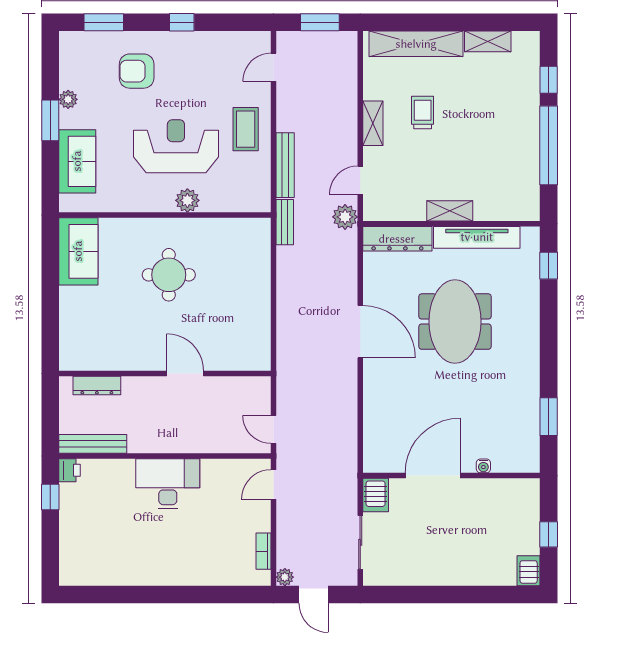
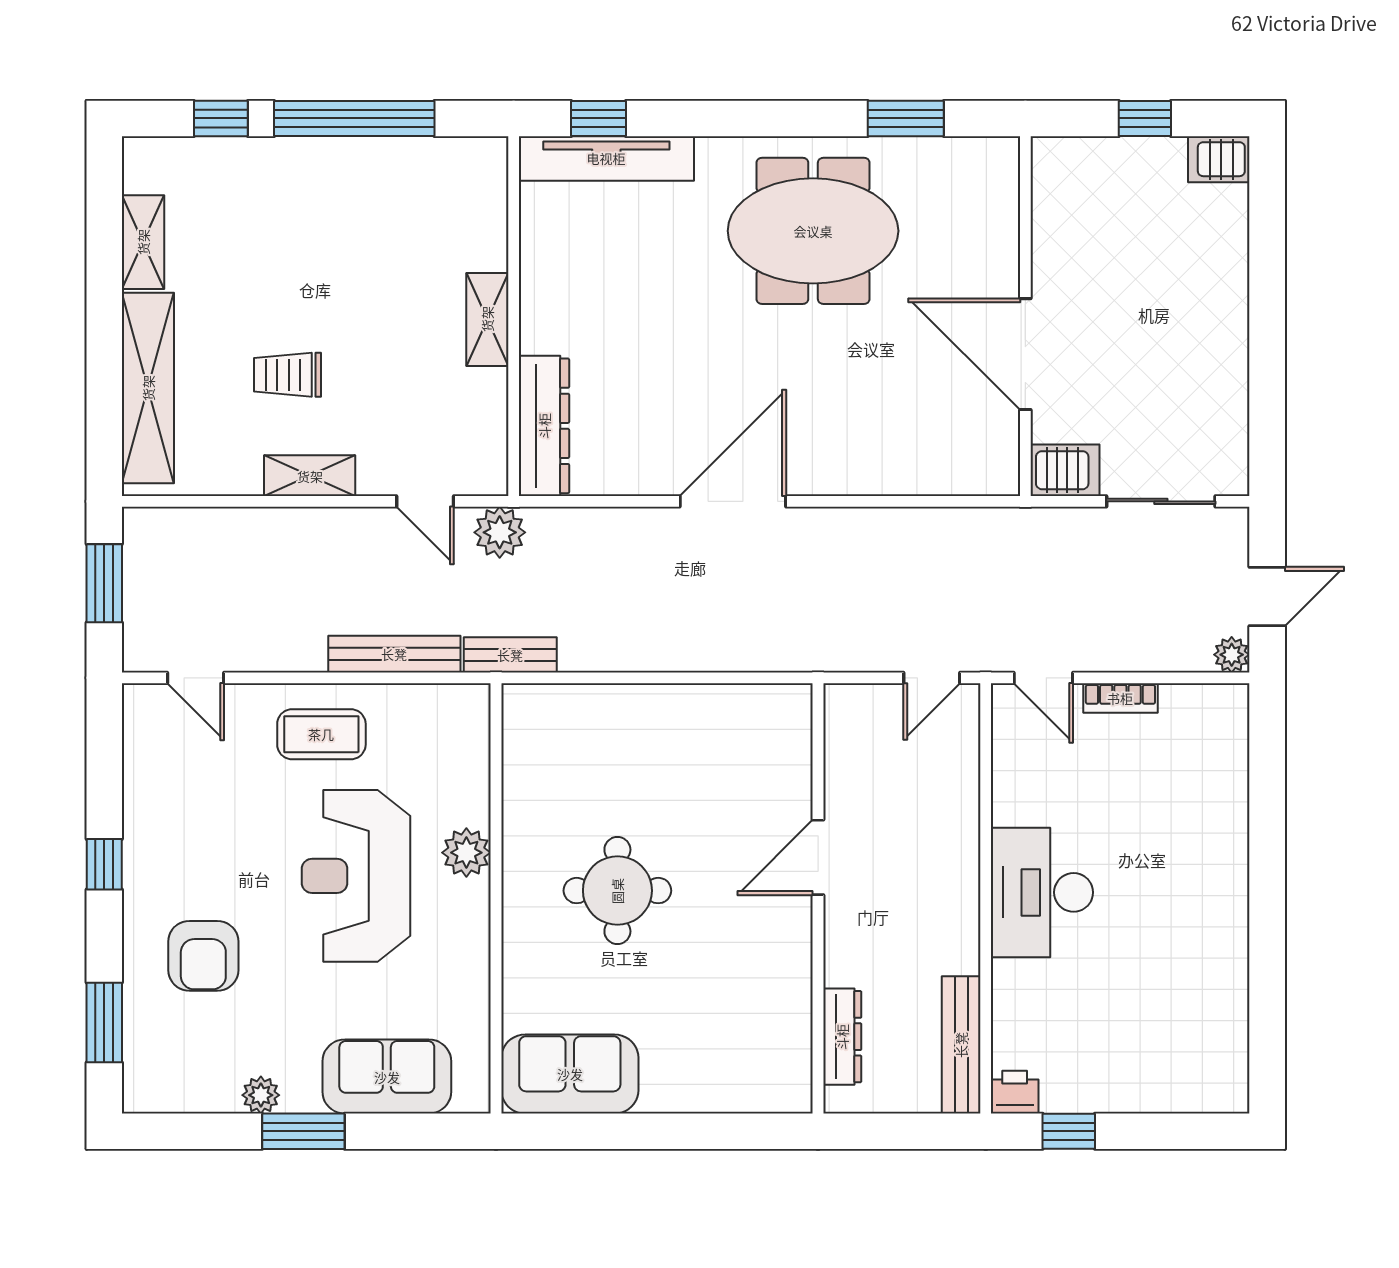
tv unit: (477, 237) -> (606, 158), moved, turned 90
meeting table: (455, 322) -> (813, 231), moved
water cooler: (483, 466) -> (1006, 251), removed
bookcase: (264, 551) -> (1120, 698), moved

